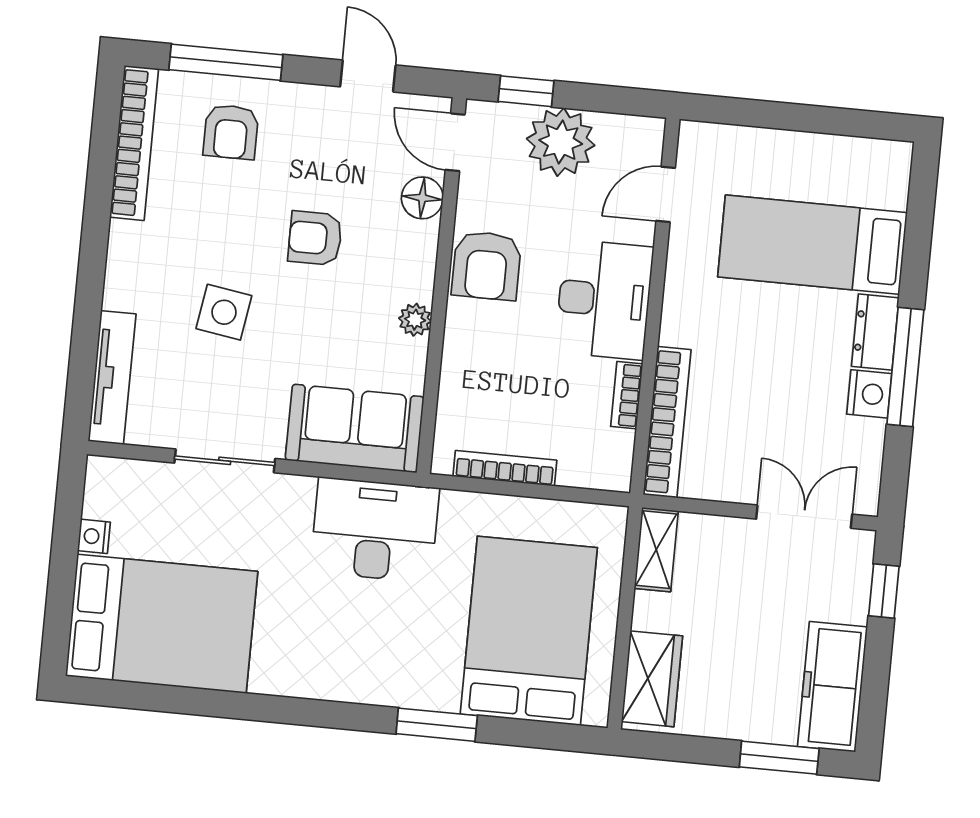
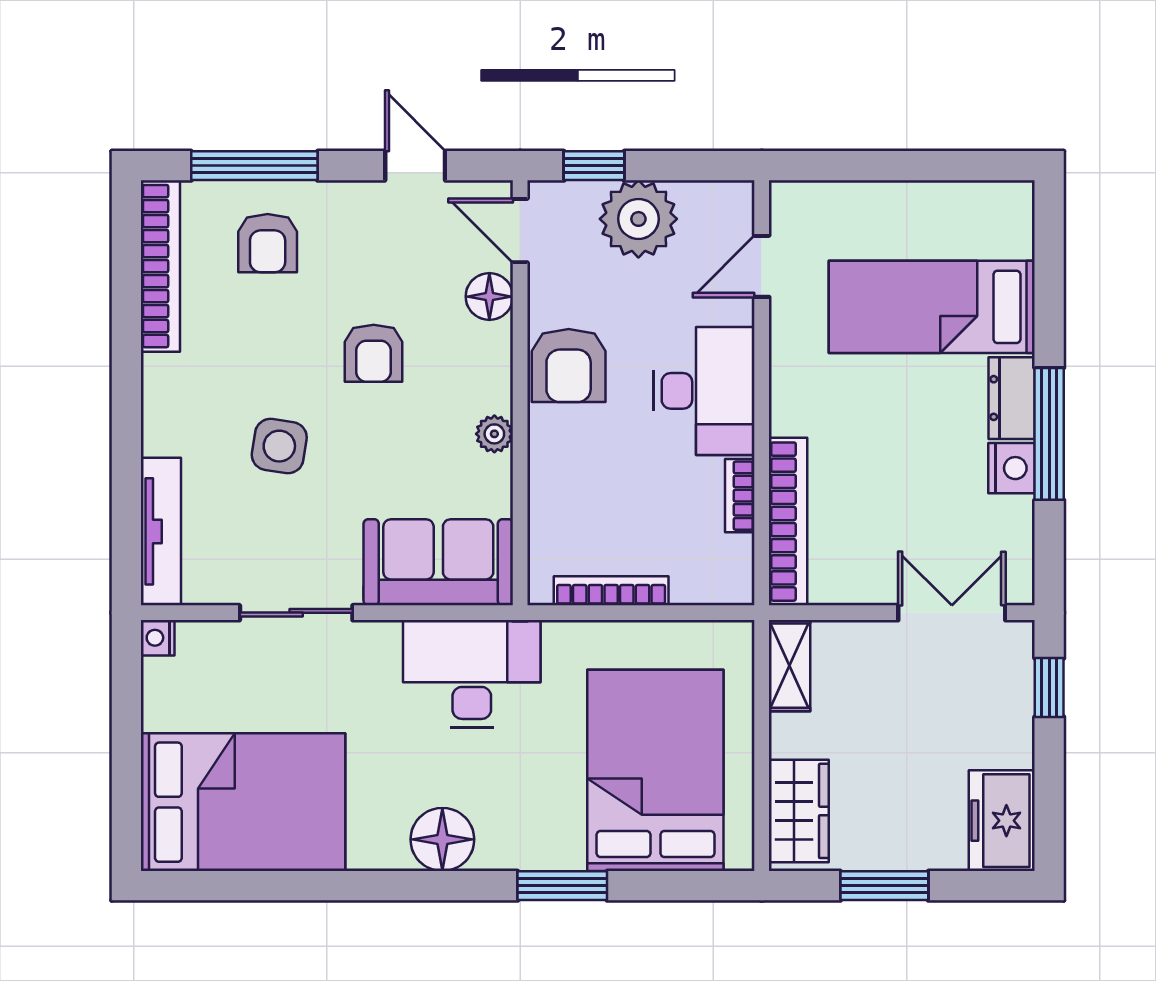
armchair: (315, 238) -> (374, 353), turned -90
nightstand: (94, 536) -> (158, 638), moved
floor lamp: (335, 674) -> (442, 839), added
freezer: (832, 687) -> (1002, 821), width x0.71
window: (779, 758) -> (884, 886), moved

